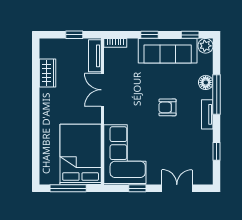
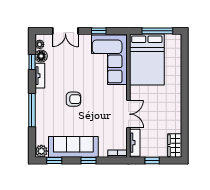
wardrobe: (48, 73) -> (175, 146), moved
floor lamp: (206, 82) -> (41, 56), moved
tv unit: (207, 114) -> (40, 76), moved
plant: (208, 172) -> (40, 44), added

